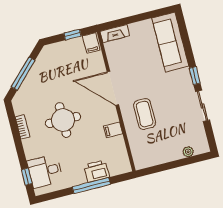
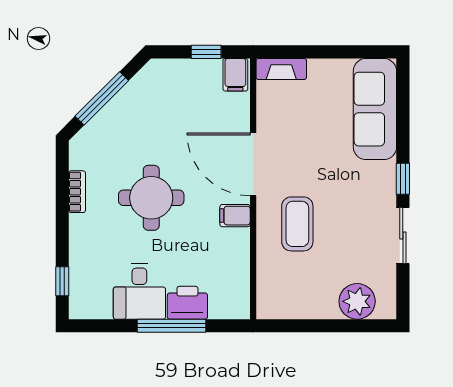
filing cabinet: (113, 130) -> (235, 216), moved
plant: (188, 152) -> (357, 301), width x1.88, depth x1.88
desk: (45, 171) -> (139, 291), moved, turned -90

